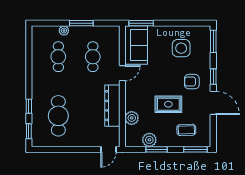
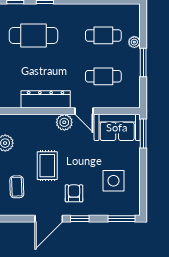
plant: (132, 118) -> (64, 122), moved

